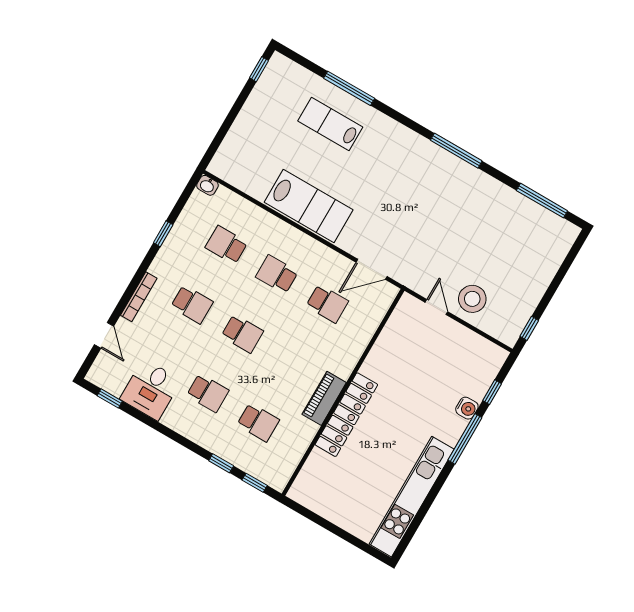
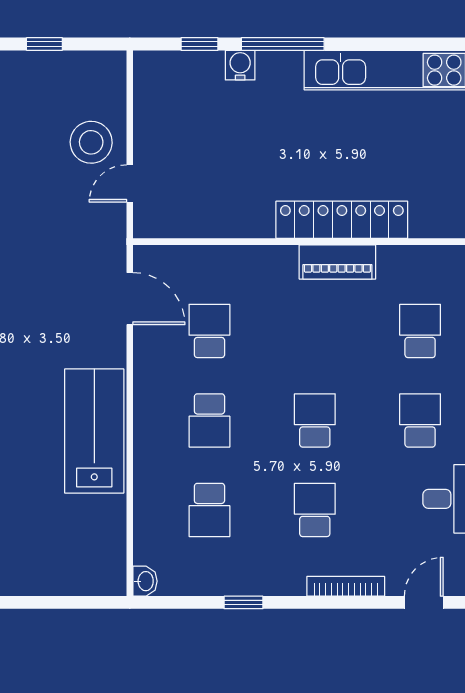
window: (529, 328) -> (44, 44), moved

